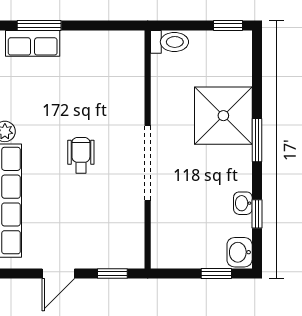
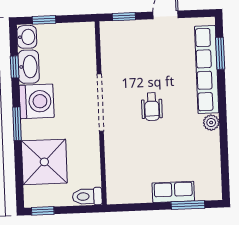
row of seats: (33, 43) -> (173, 192), moved
shower: (223, 116) -> (44, 162), moved
washing machine: (230, 168) -> (37, 101), added
washbasin: (243, 203) -> (29, 67), width x1.91, depth x1.45

